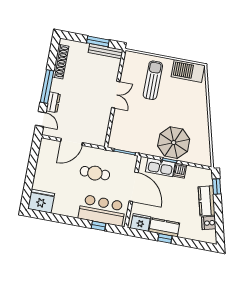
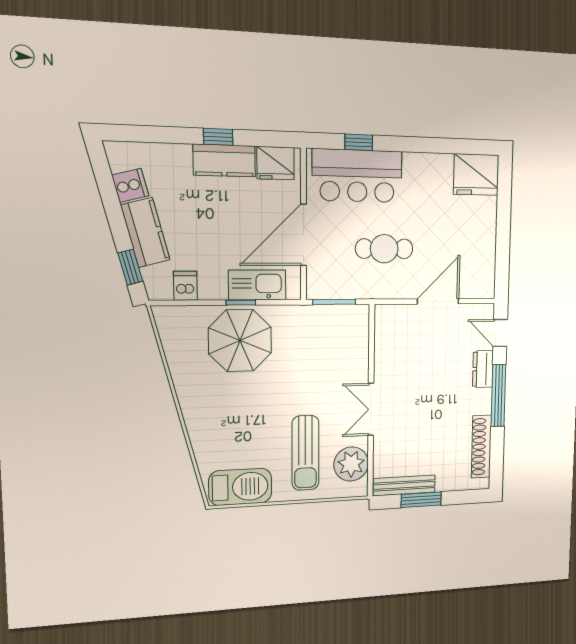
plant: (131, 69) -> (351, 464), added
dishwasher: (180, 171) -> (185, 286), moved
door: (134, 187) -> (304, 235), hinge flipped

